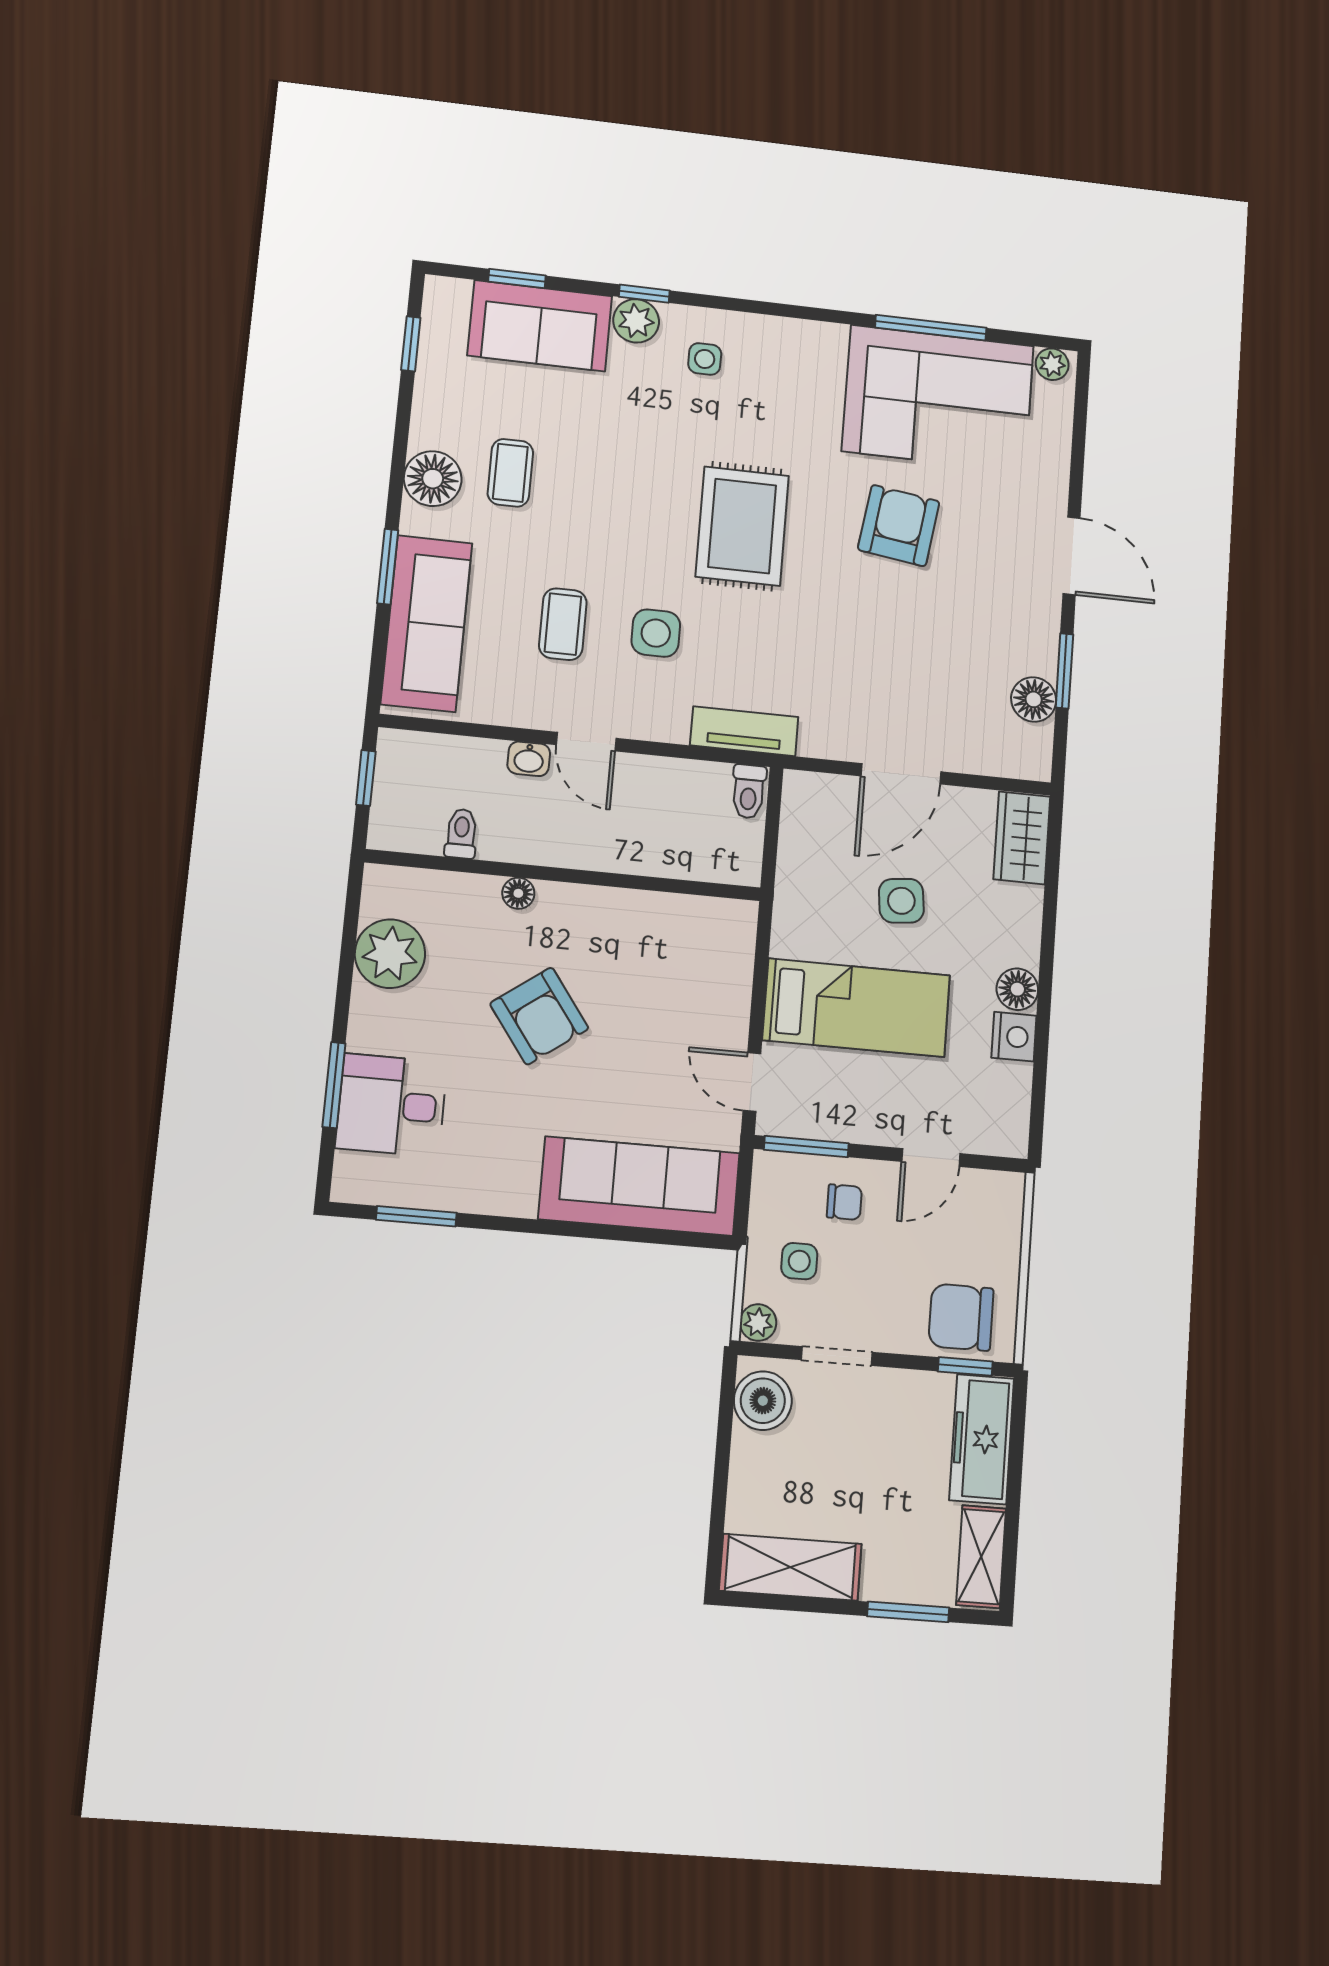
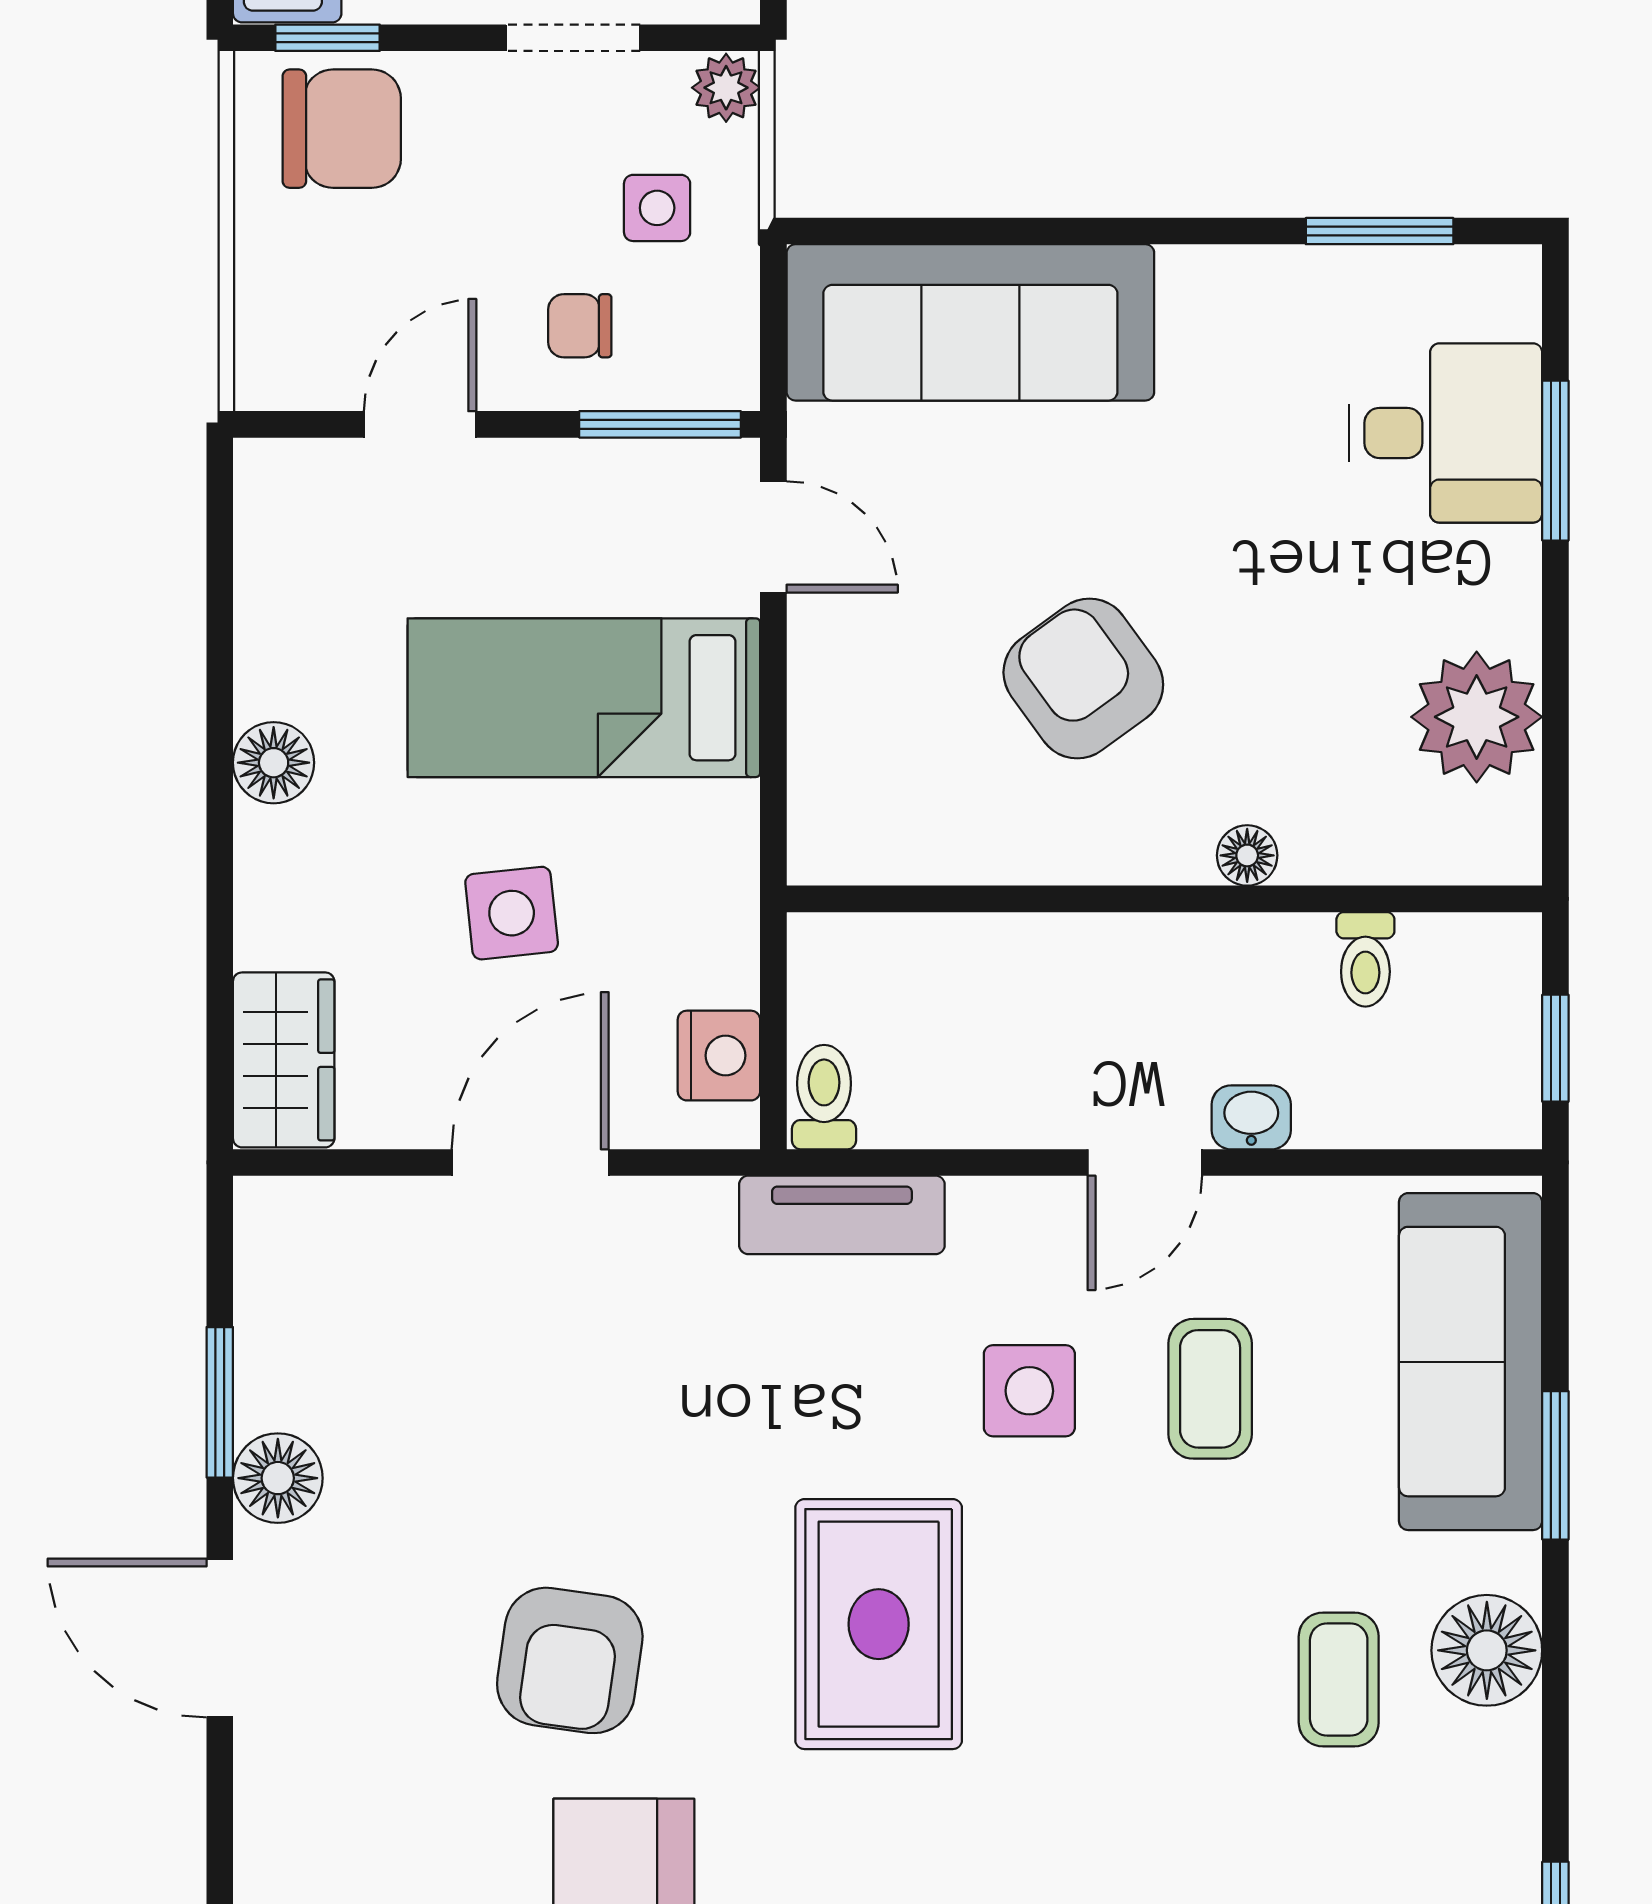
floor lamp: (1034, 699) -> (278, 1478), moved
door: (586, 742) -> (1145, 1162), swing flipped
armchair: (539, 1016) -> (1083, 678), moved
nightstand: (1014, 1037) -> (719, 1056), moved, turned 180

